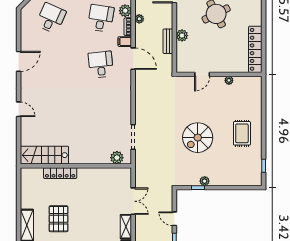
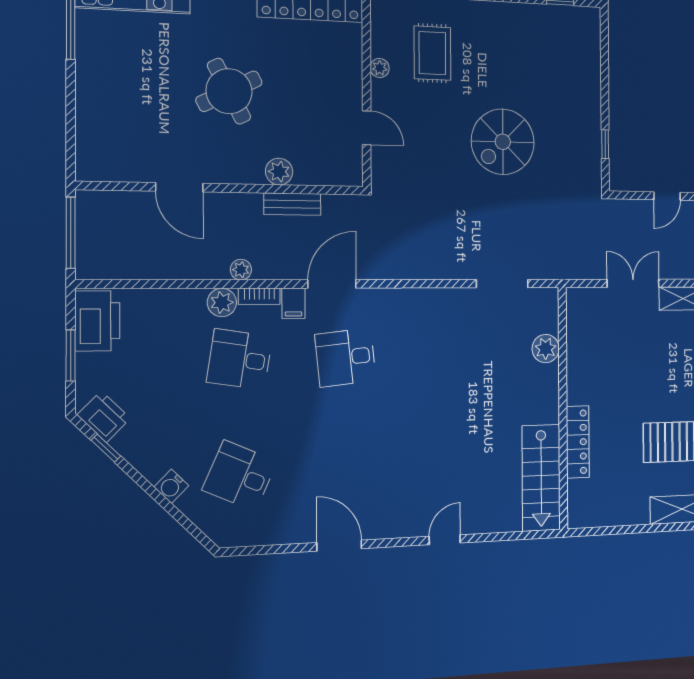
rug: (242, 133) -> (432, 53), moved, turned 90
spiral stairs: (198, 138) -> (503, 142), turned 90
plant: (117, 158) -> (546, 349), moved
plant: (205, 181) -> (592, 130), removed

